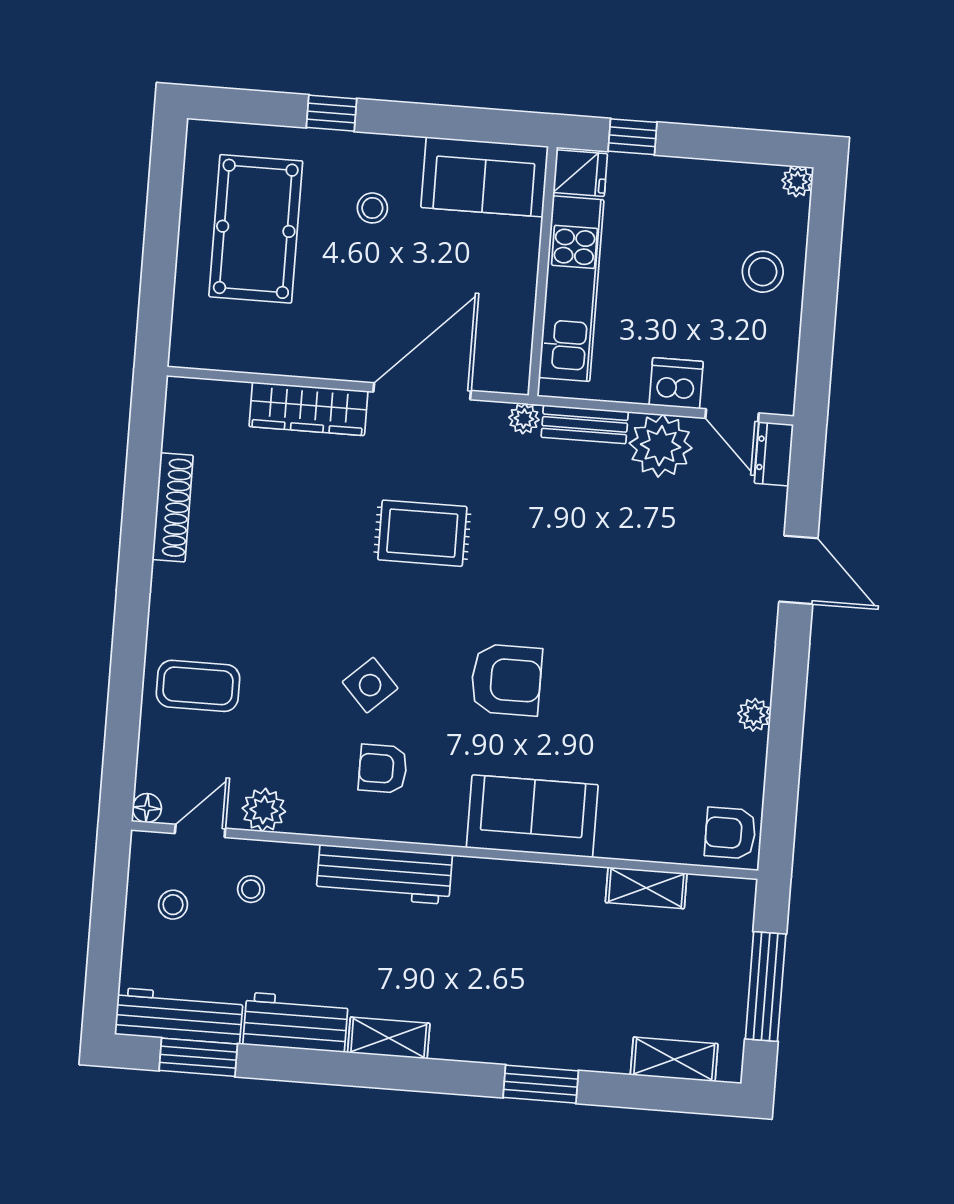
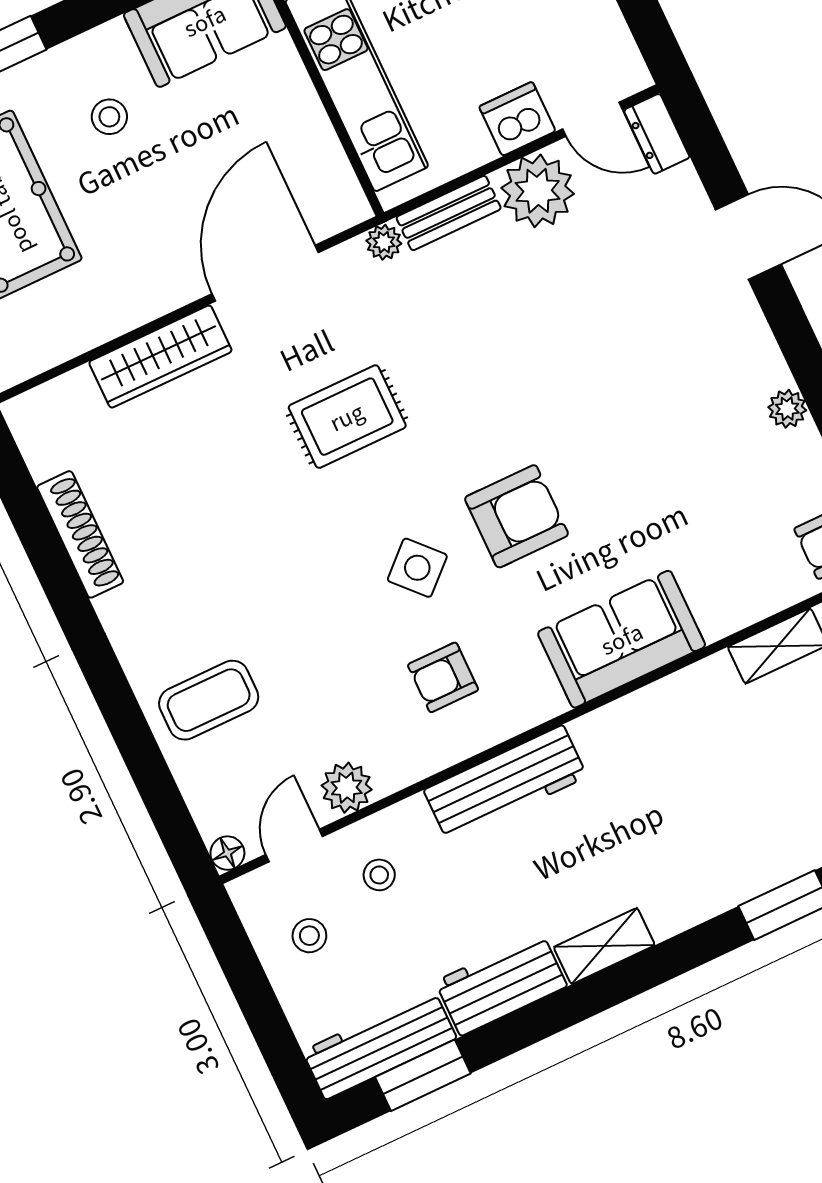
side table: (370, 685) -> (417, 568), moved

